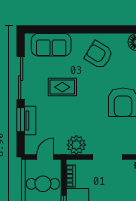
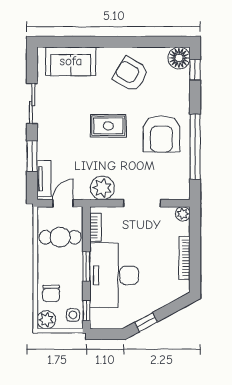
sliding door: (21, 78) -> (32, 104), width x0.73
rug: (62, 87) -> (108, 126), moved
tv unit: (30, 120) -> (44, 179), moved

